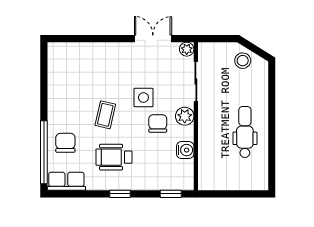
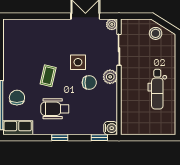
chair: (158, 123) -> (89, 83), turned 90
dental chair: (245, 132) -> (157, 89), turned 180
water cooler: (185, 150) -> (111, 128), moved

